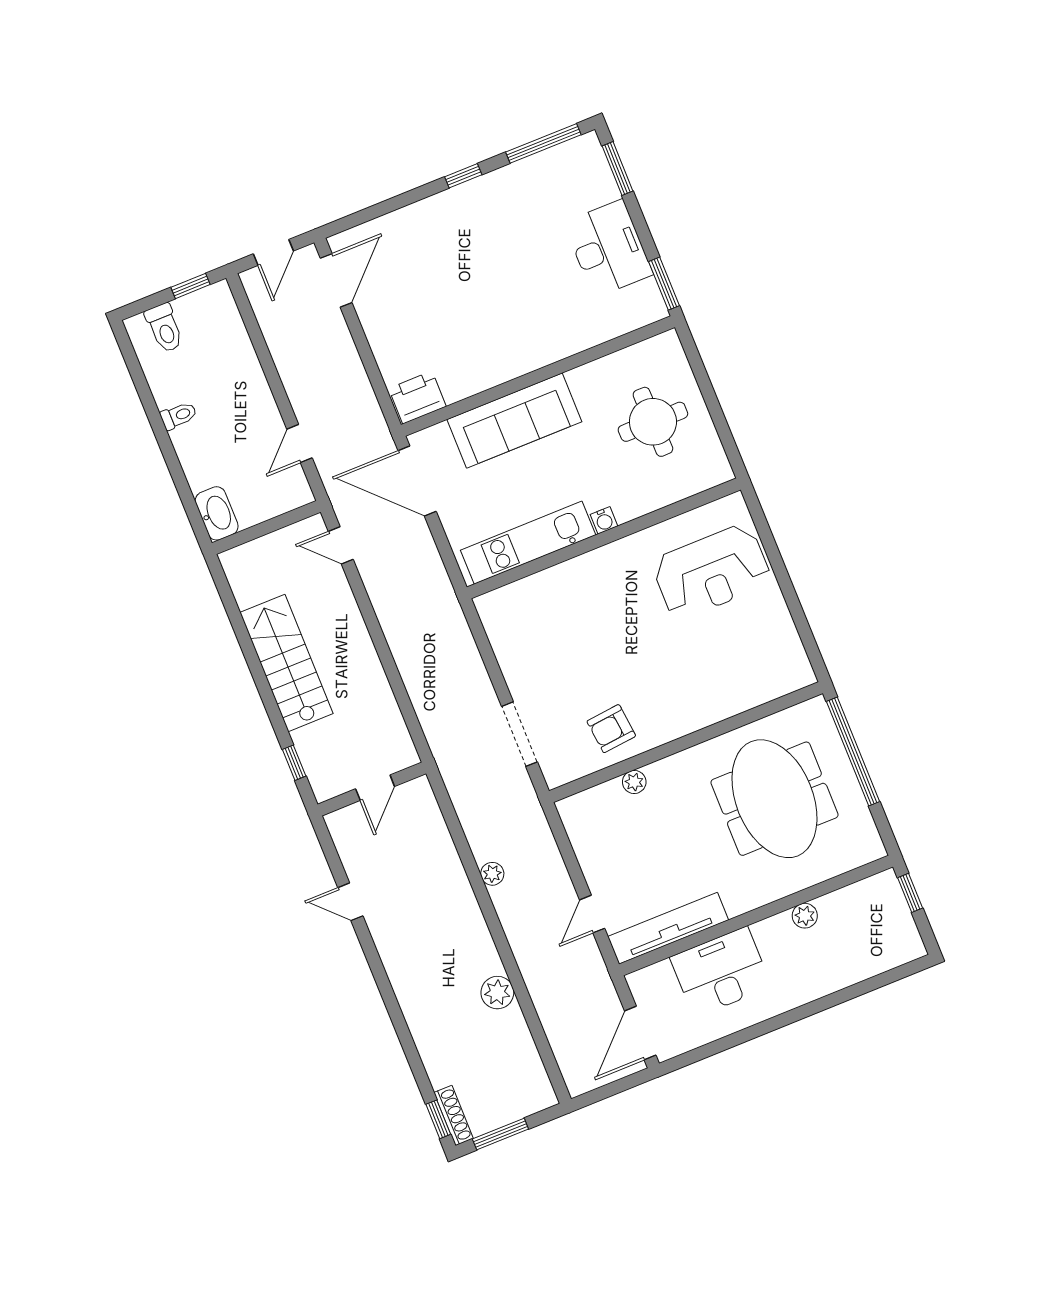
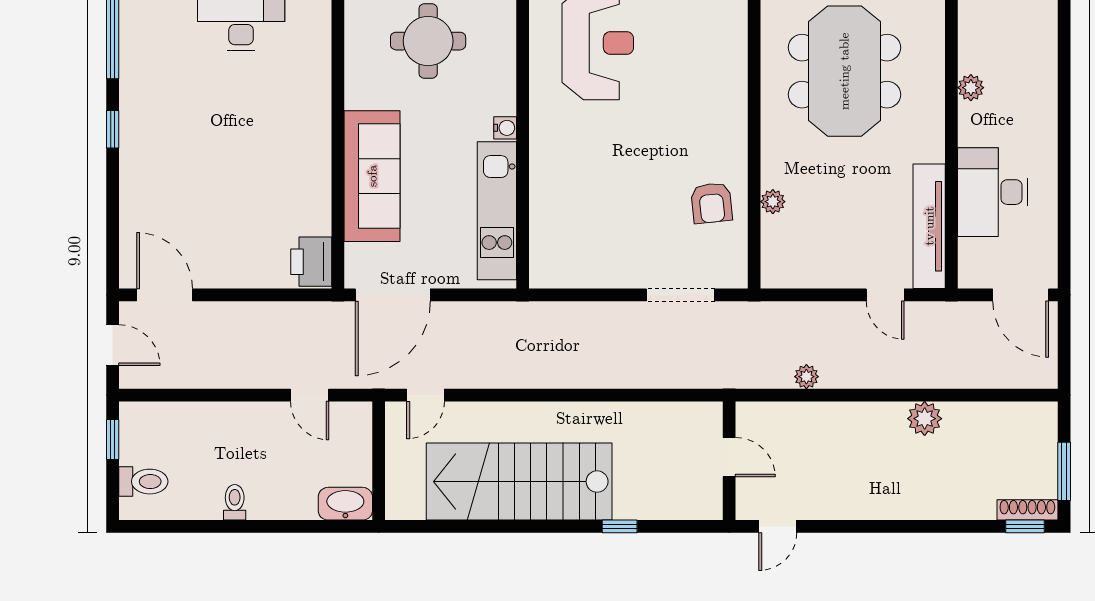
stairs: (286, 663) -> (519, 482), width x1.36, depth x1.51
door: (375, 788) -> (729, 457), moved
wall: (372, 789) -> (729, 461), moved
meeting table: (774, 799) -> (844, 71), turned 90

